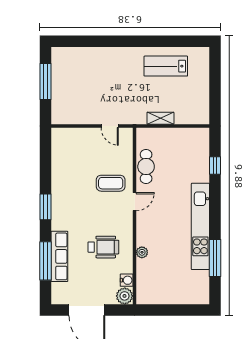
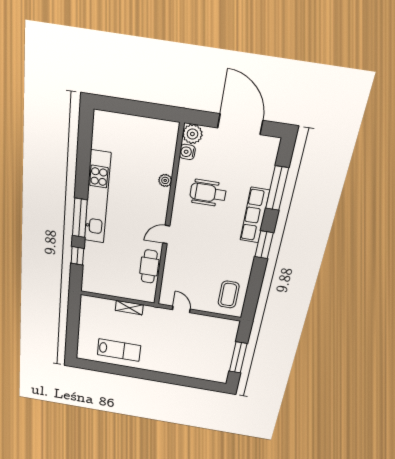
coffee table: (111, 183) -> (229, 295), moved, turned 90
row of seats: (59, 256) -> (255, 215), moved
window: (215, 258) -> (80, 218), moved

